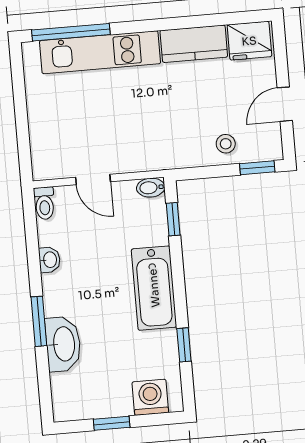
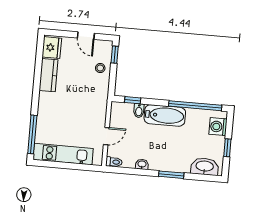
kitchen unit: (100, 52) -> (63, 154), moved, turned -90
bidet: (151, 188) -> (139, 111), moved
washbasin: (63, 344) -> (205, 167), moved
window: (184, 345) -> (195, 106), width x3.17

